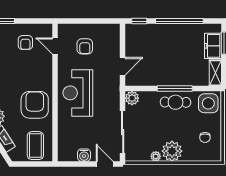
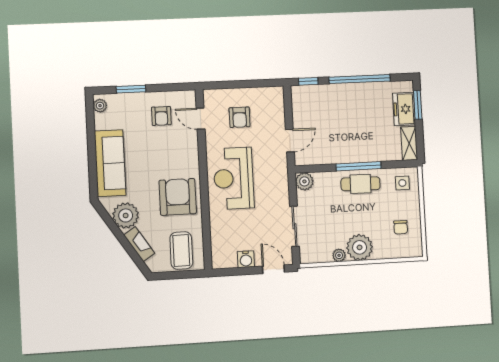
side table: (208, 103) -> (402, 183), width x0.54, depth x0.54
sliding door: (123, 132) -> (294, 226), width x0.73

